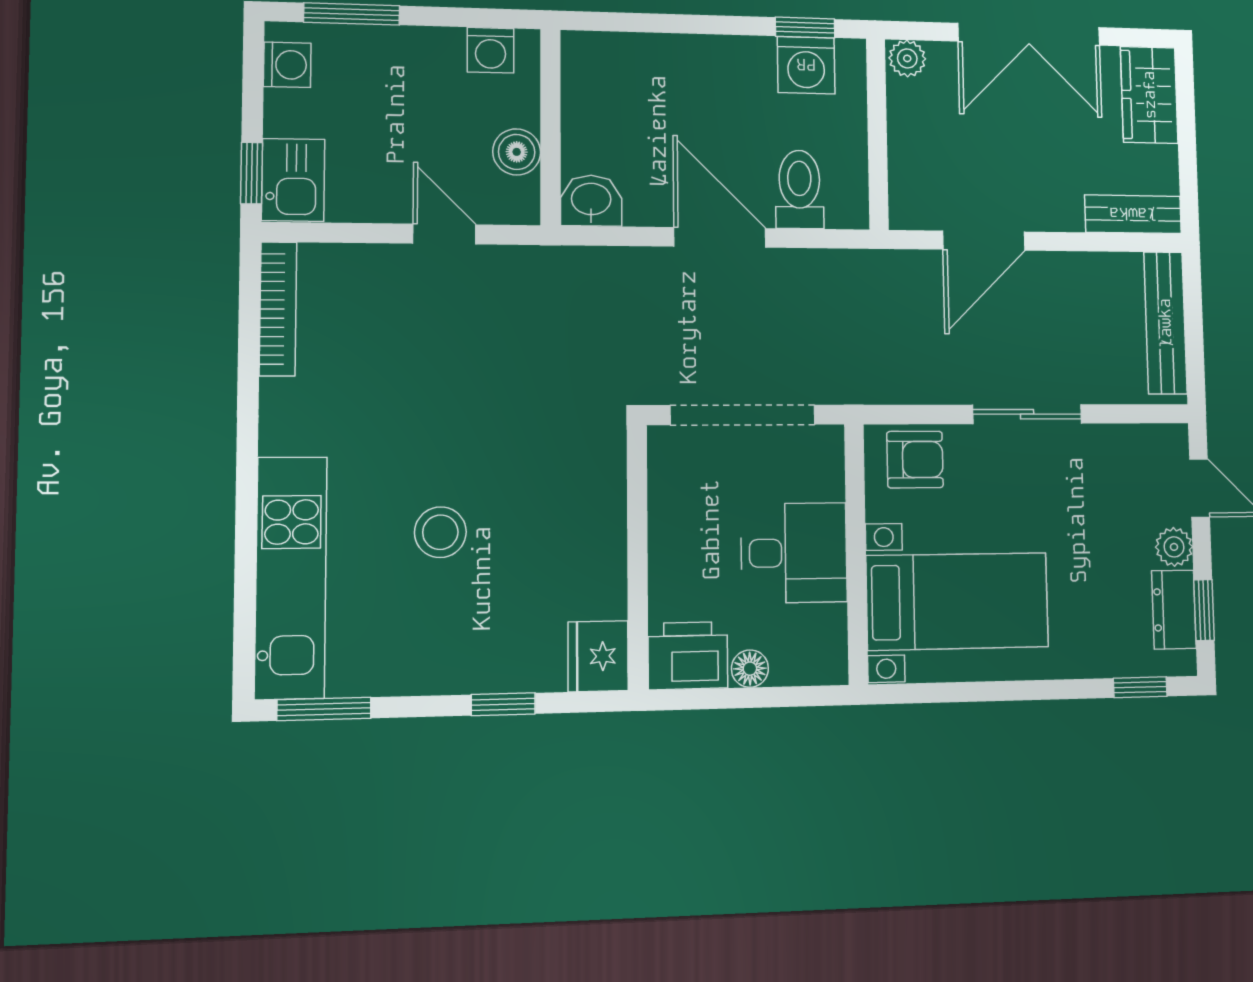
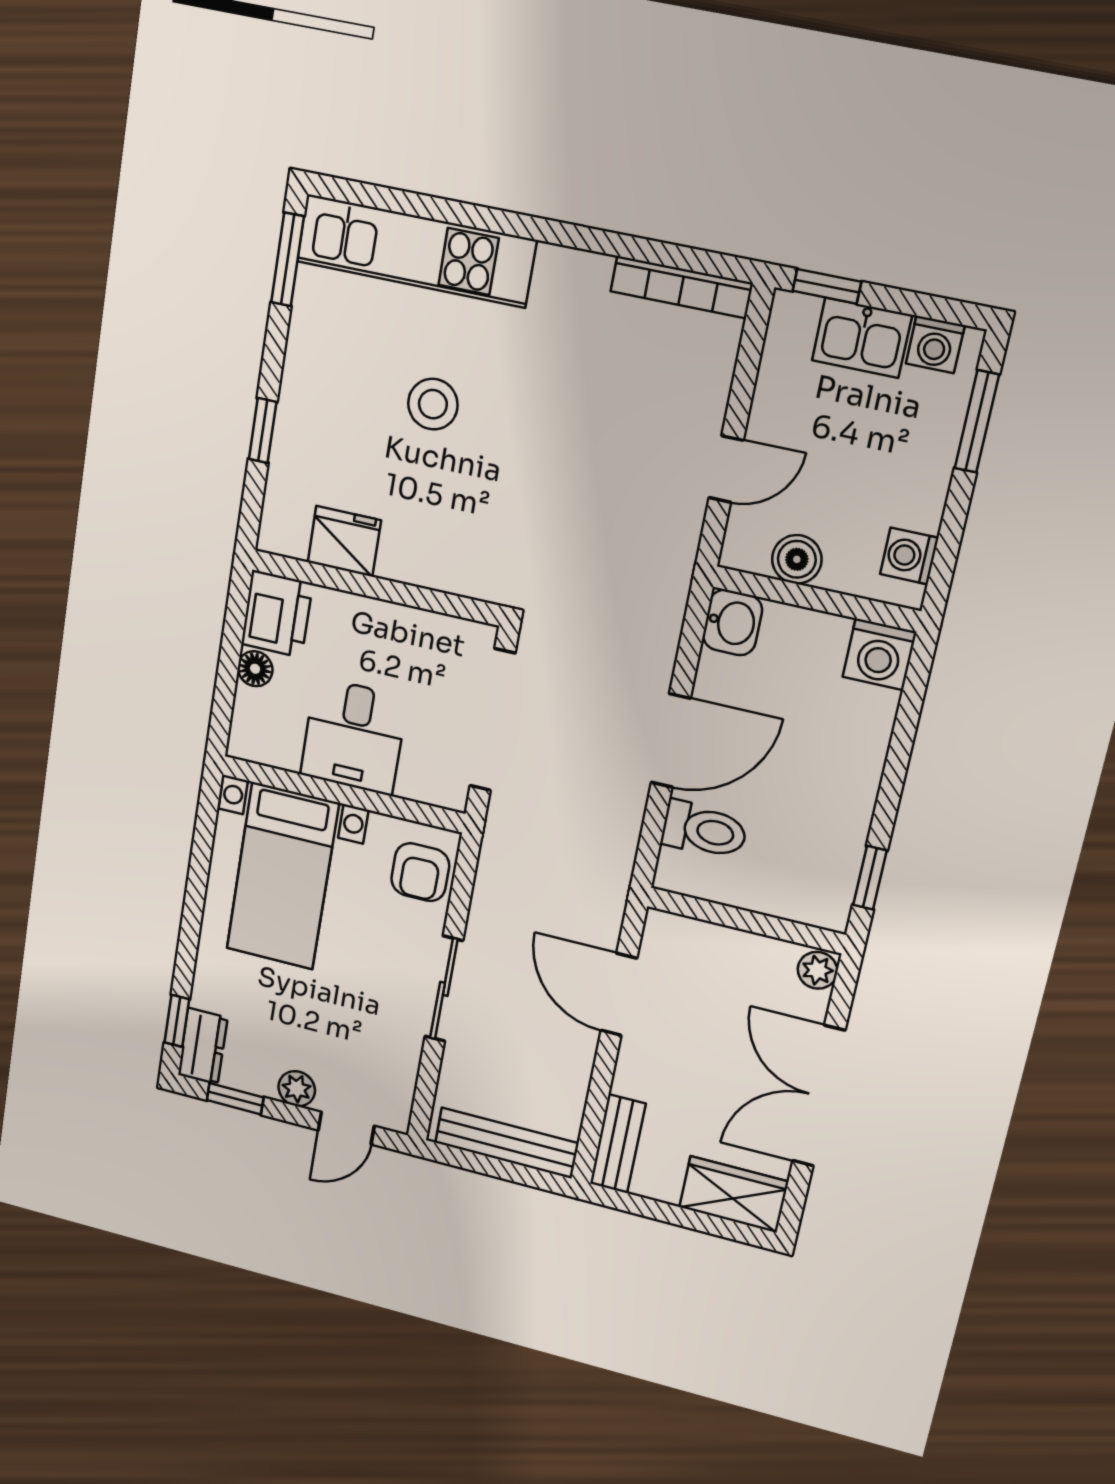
washing machine: (806, 65) -> (879, 654), moved, turned -90
kitchen sink: (293, 180) -> (862, 338), moved
dresser: (1174, 610) -> (203, 1046), moved, turned 90
fridge: (598, 656) -> (344, 541), moved

